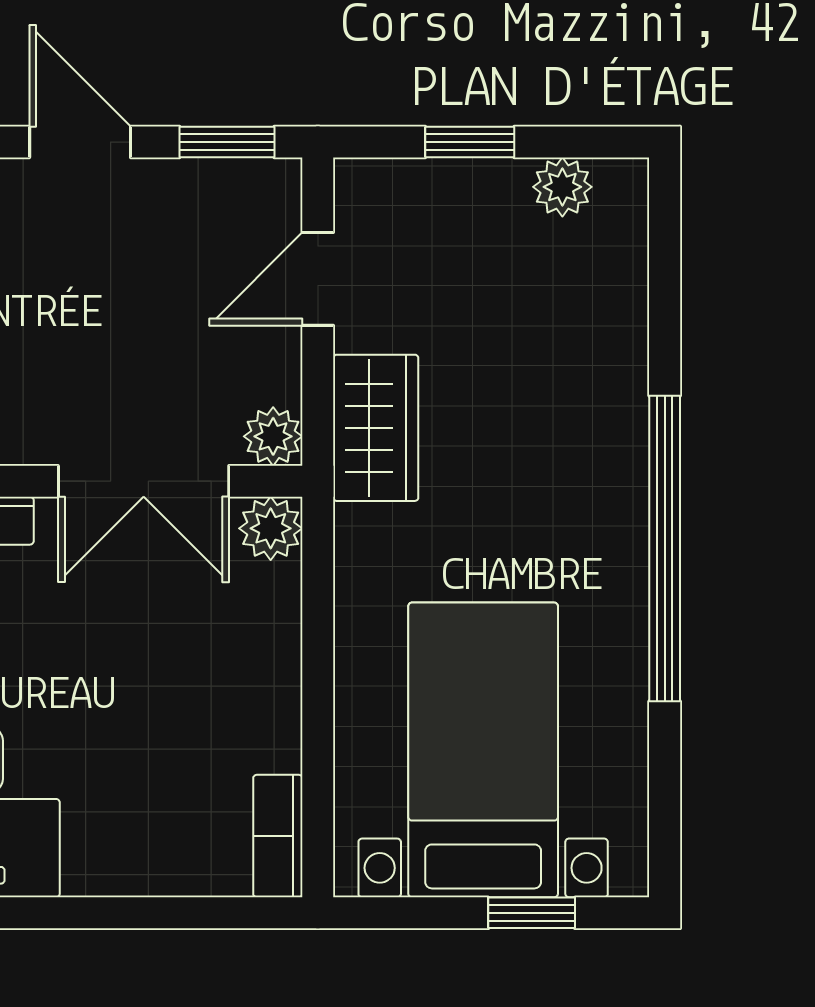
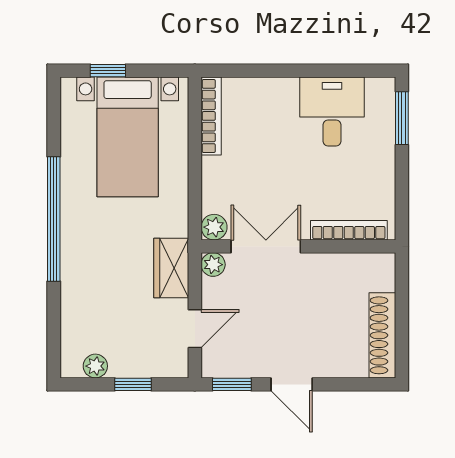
bookcase: (278, 836) -> (211, 116), width x1.56

